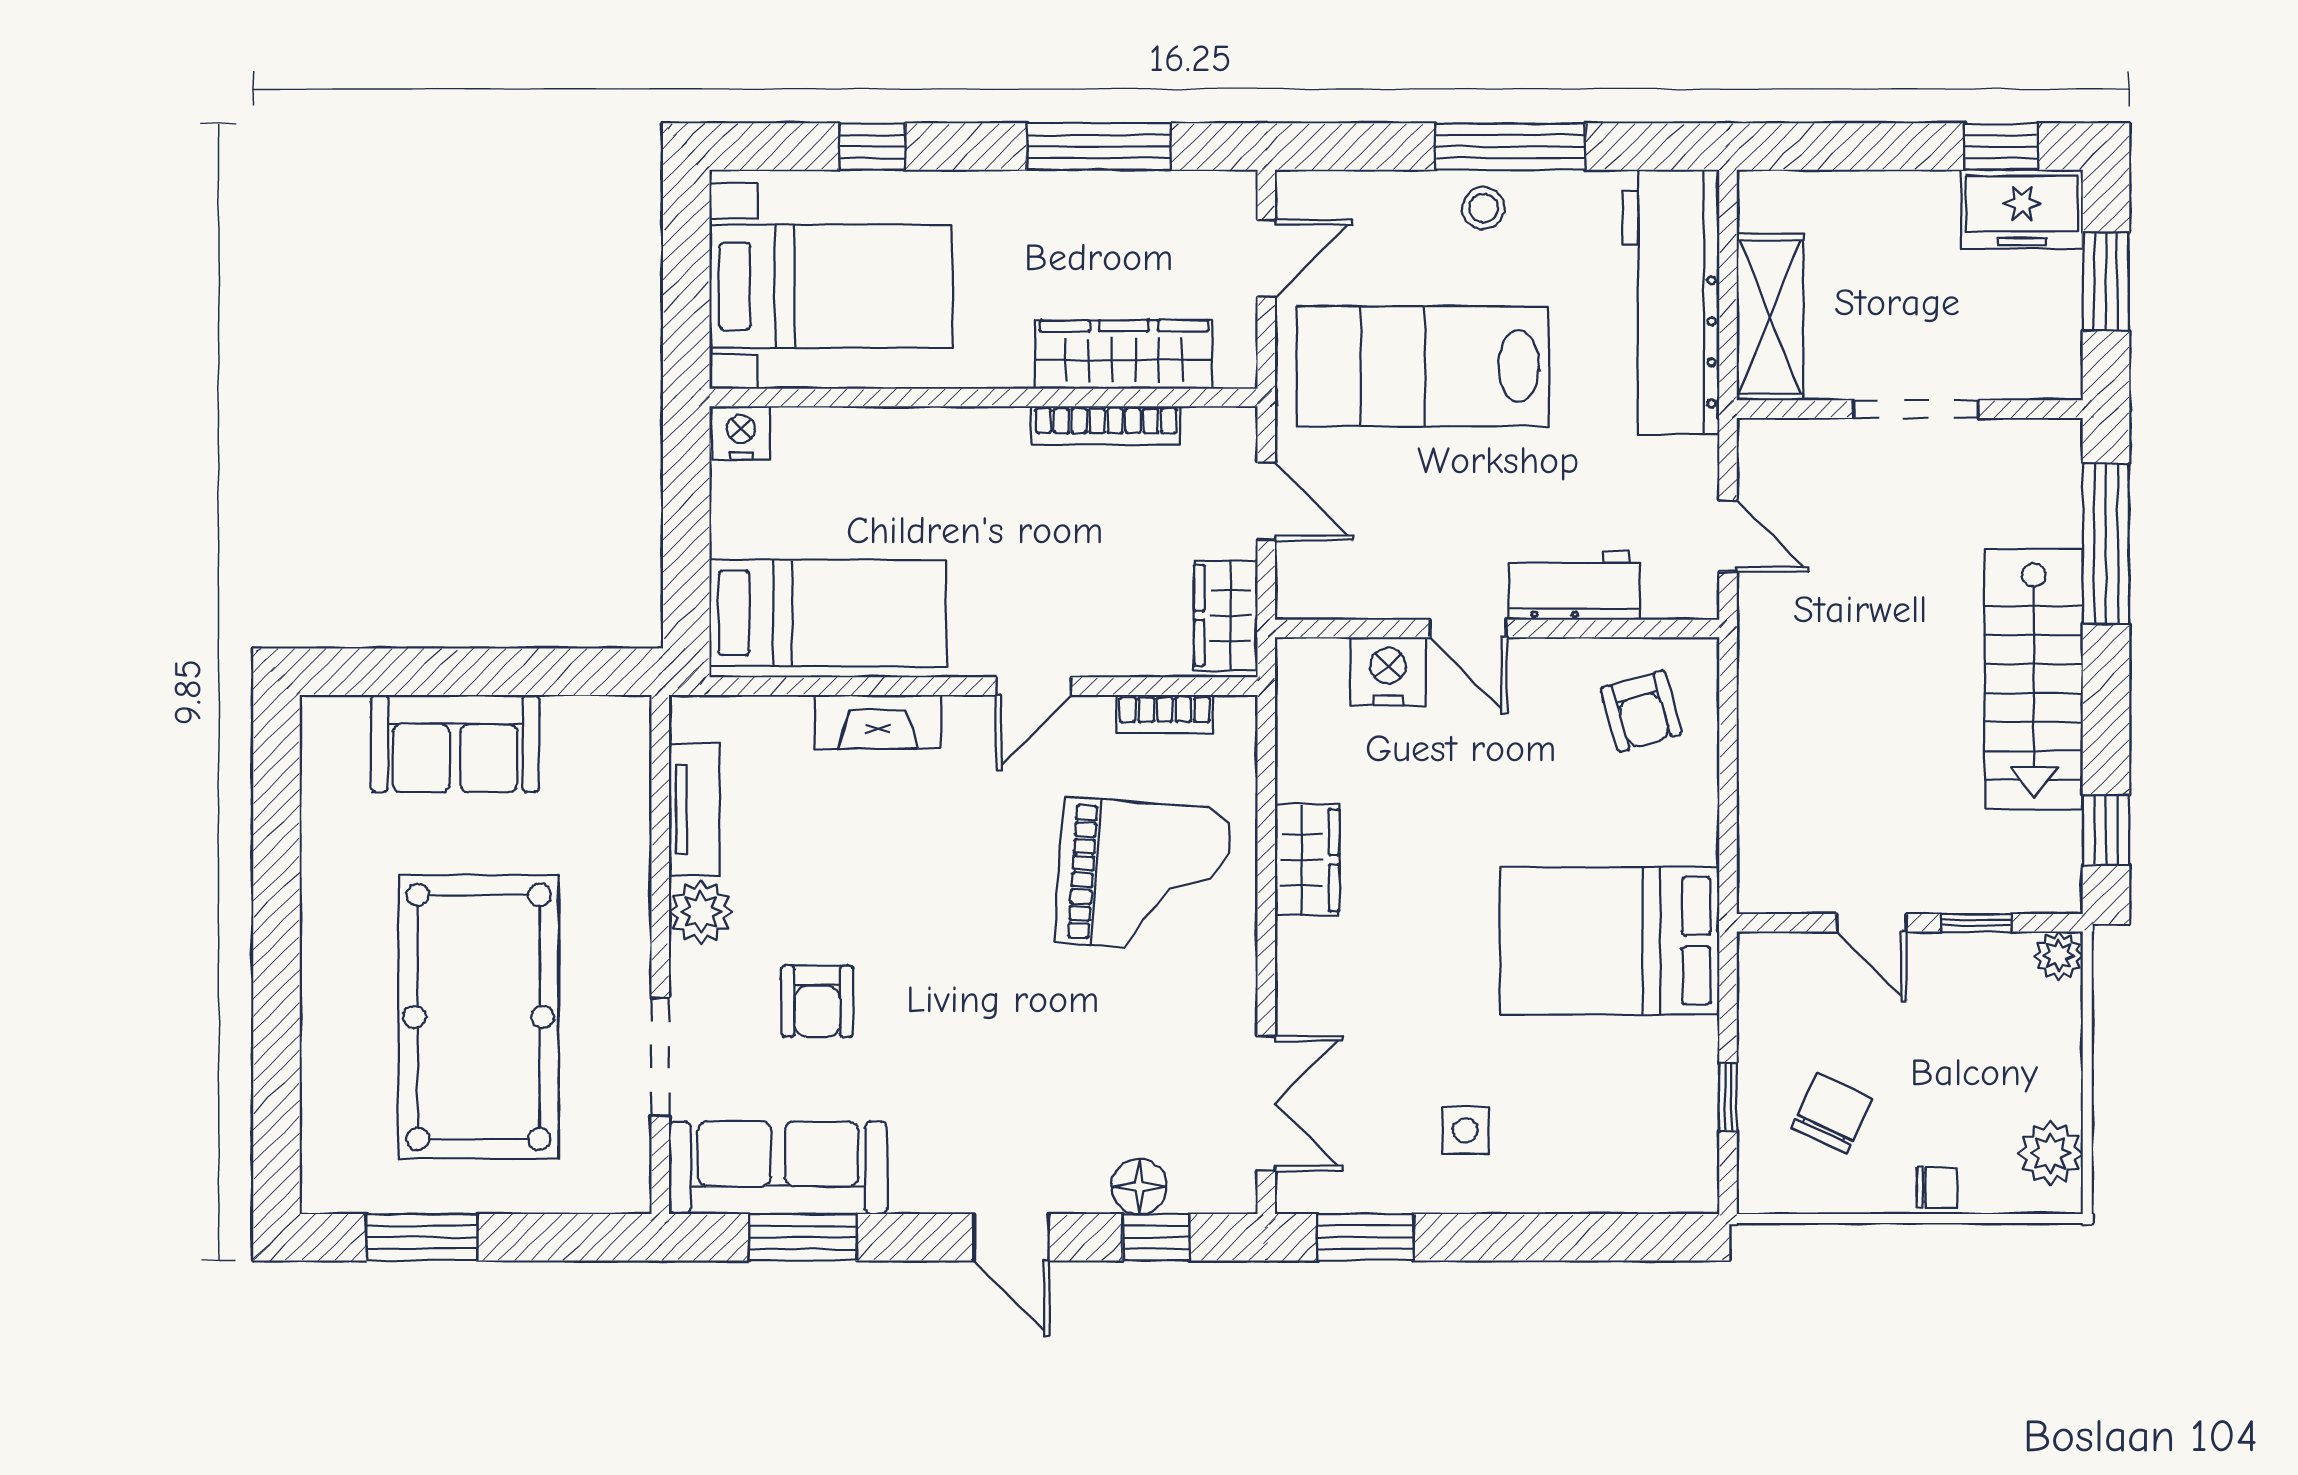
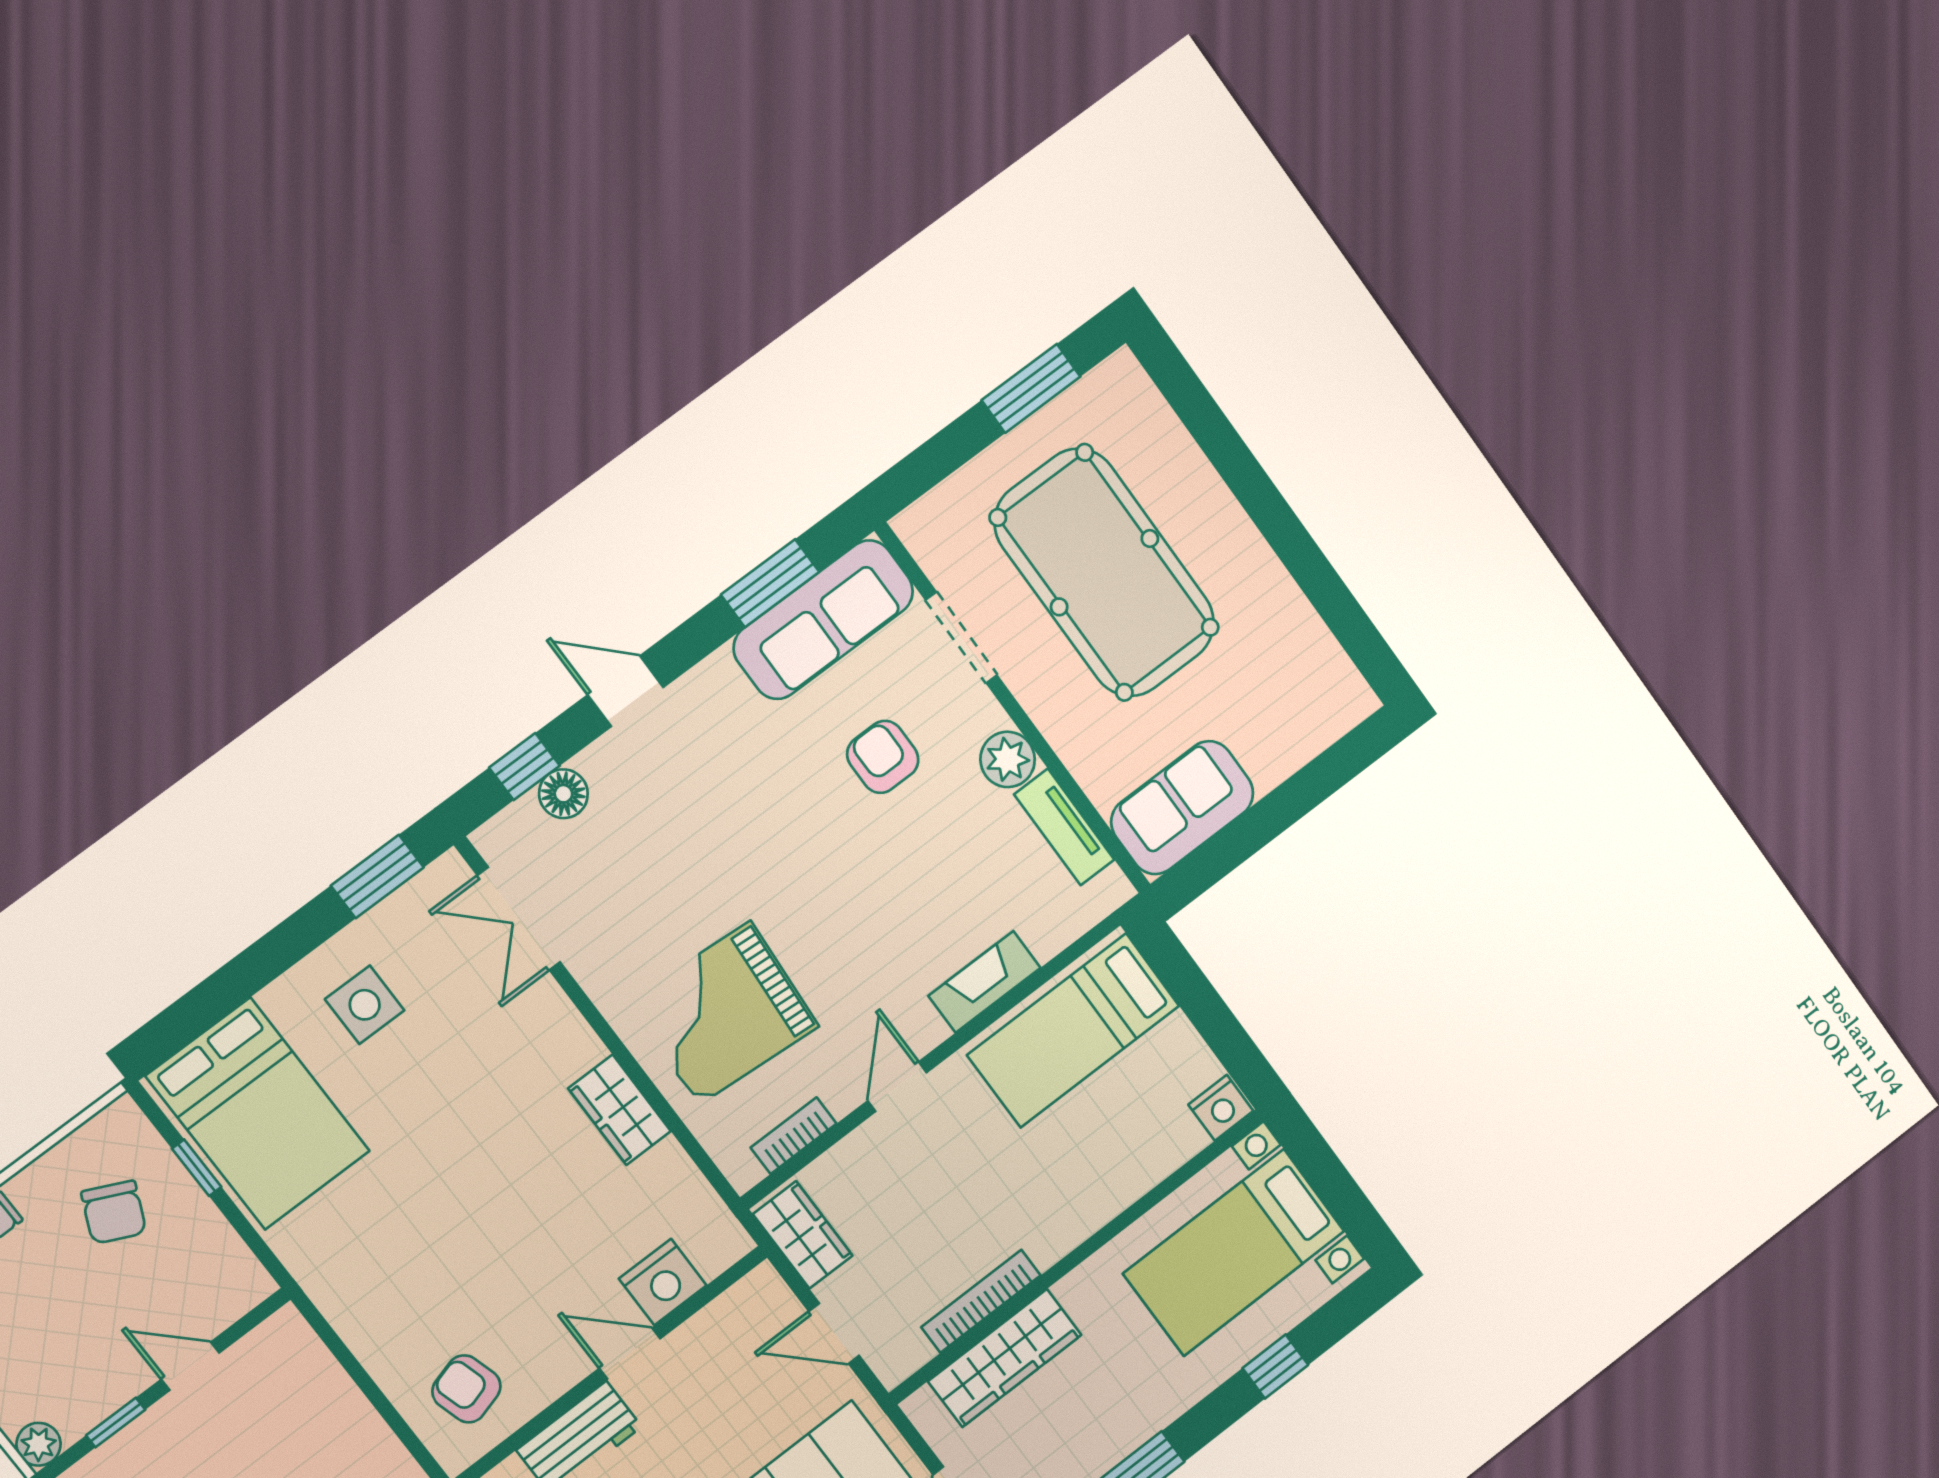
sofa: (455, 744) -> (1182, 808), moved
bed: (1610, 941) -> (258, 1114), moved, turned 90
side table: (1465, 1130) -> (365, 1005), width x1.37, depth x1.37

